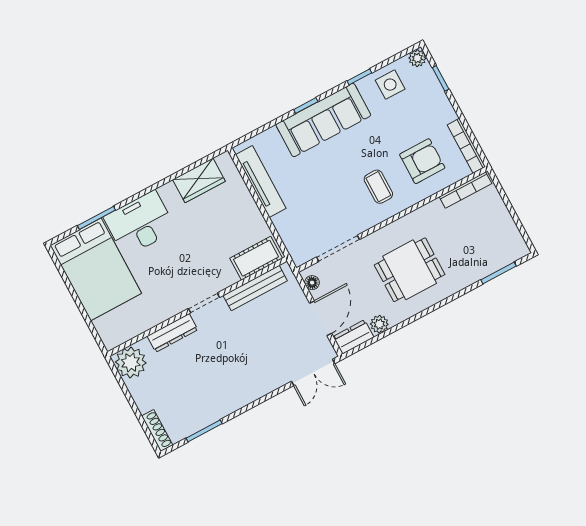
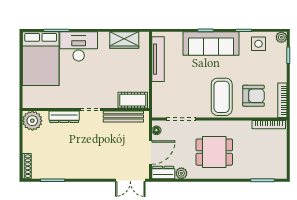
coffee table: (378, 187) -> (222, 97), width x1.86, depth x1.72

